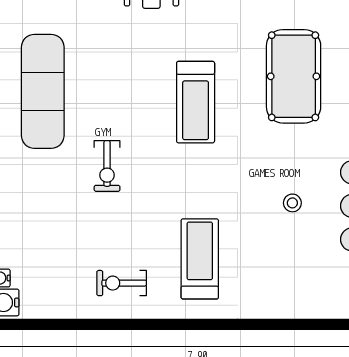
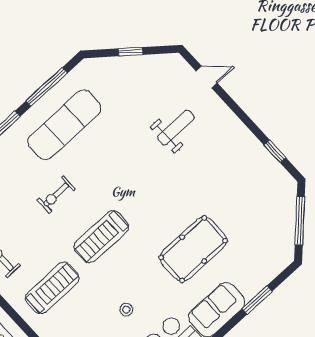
treadmill: (196, 102) -> (101, 237), moved

